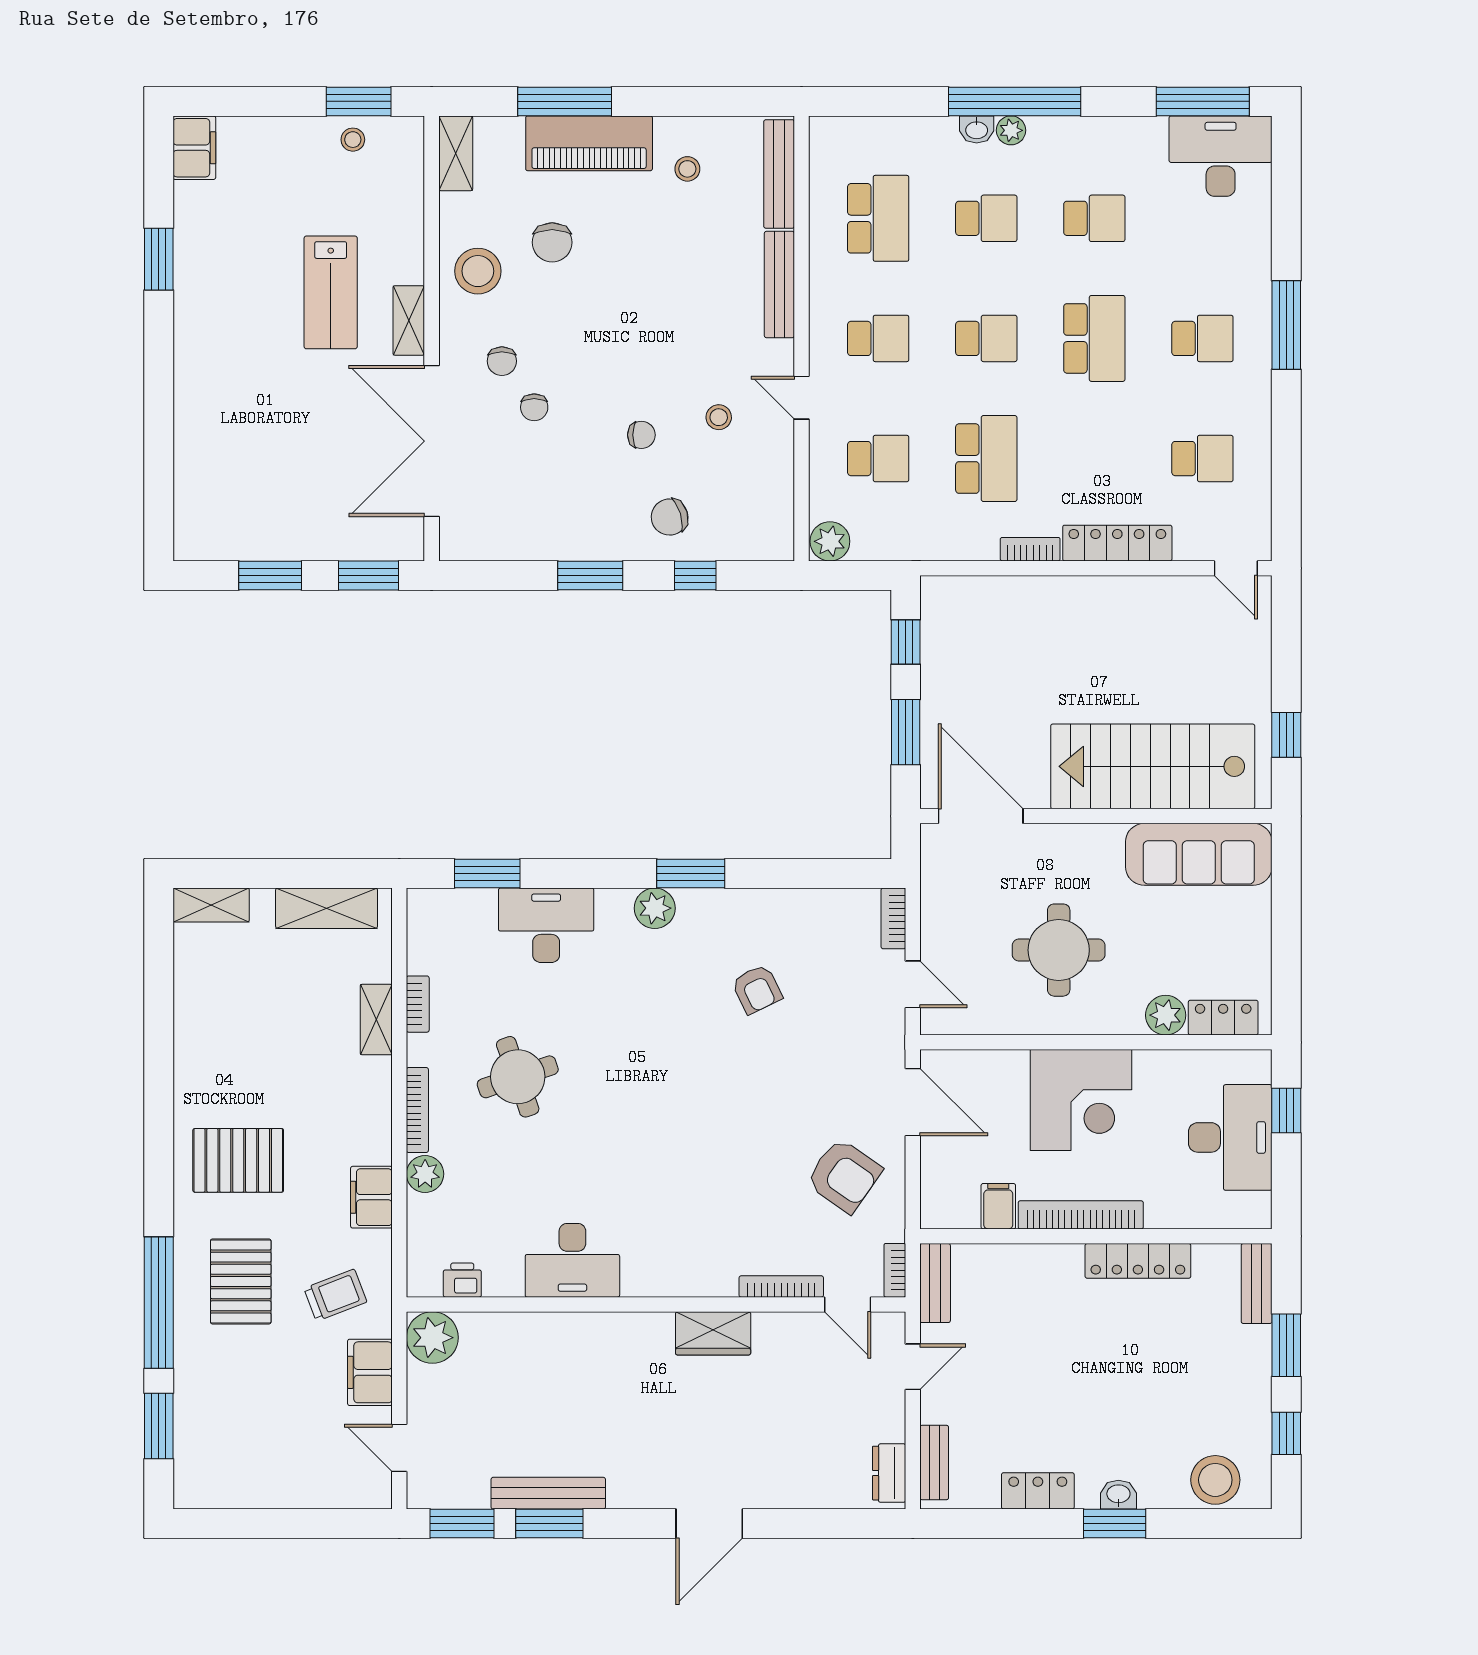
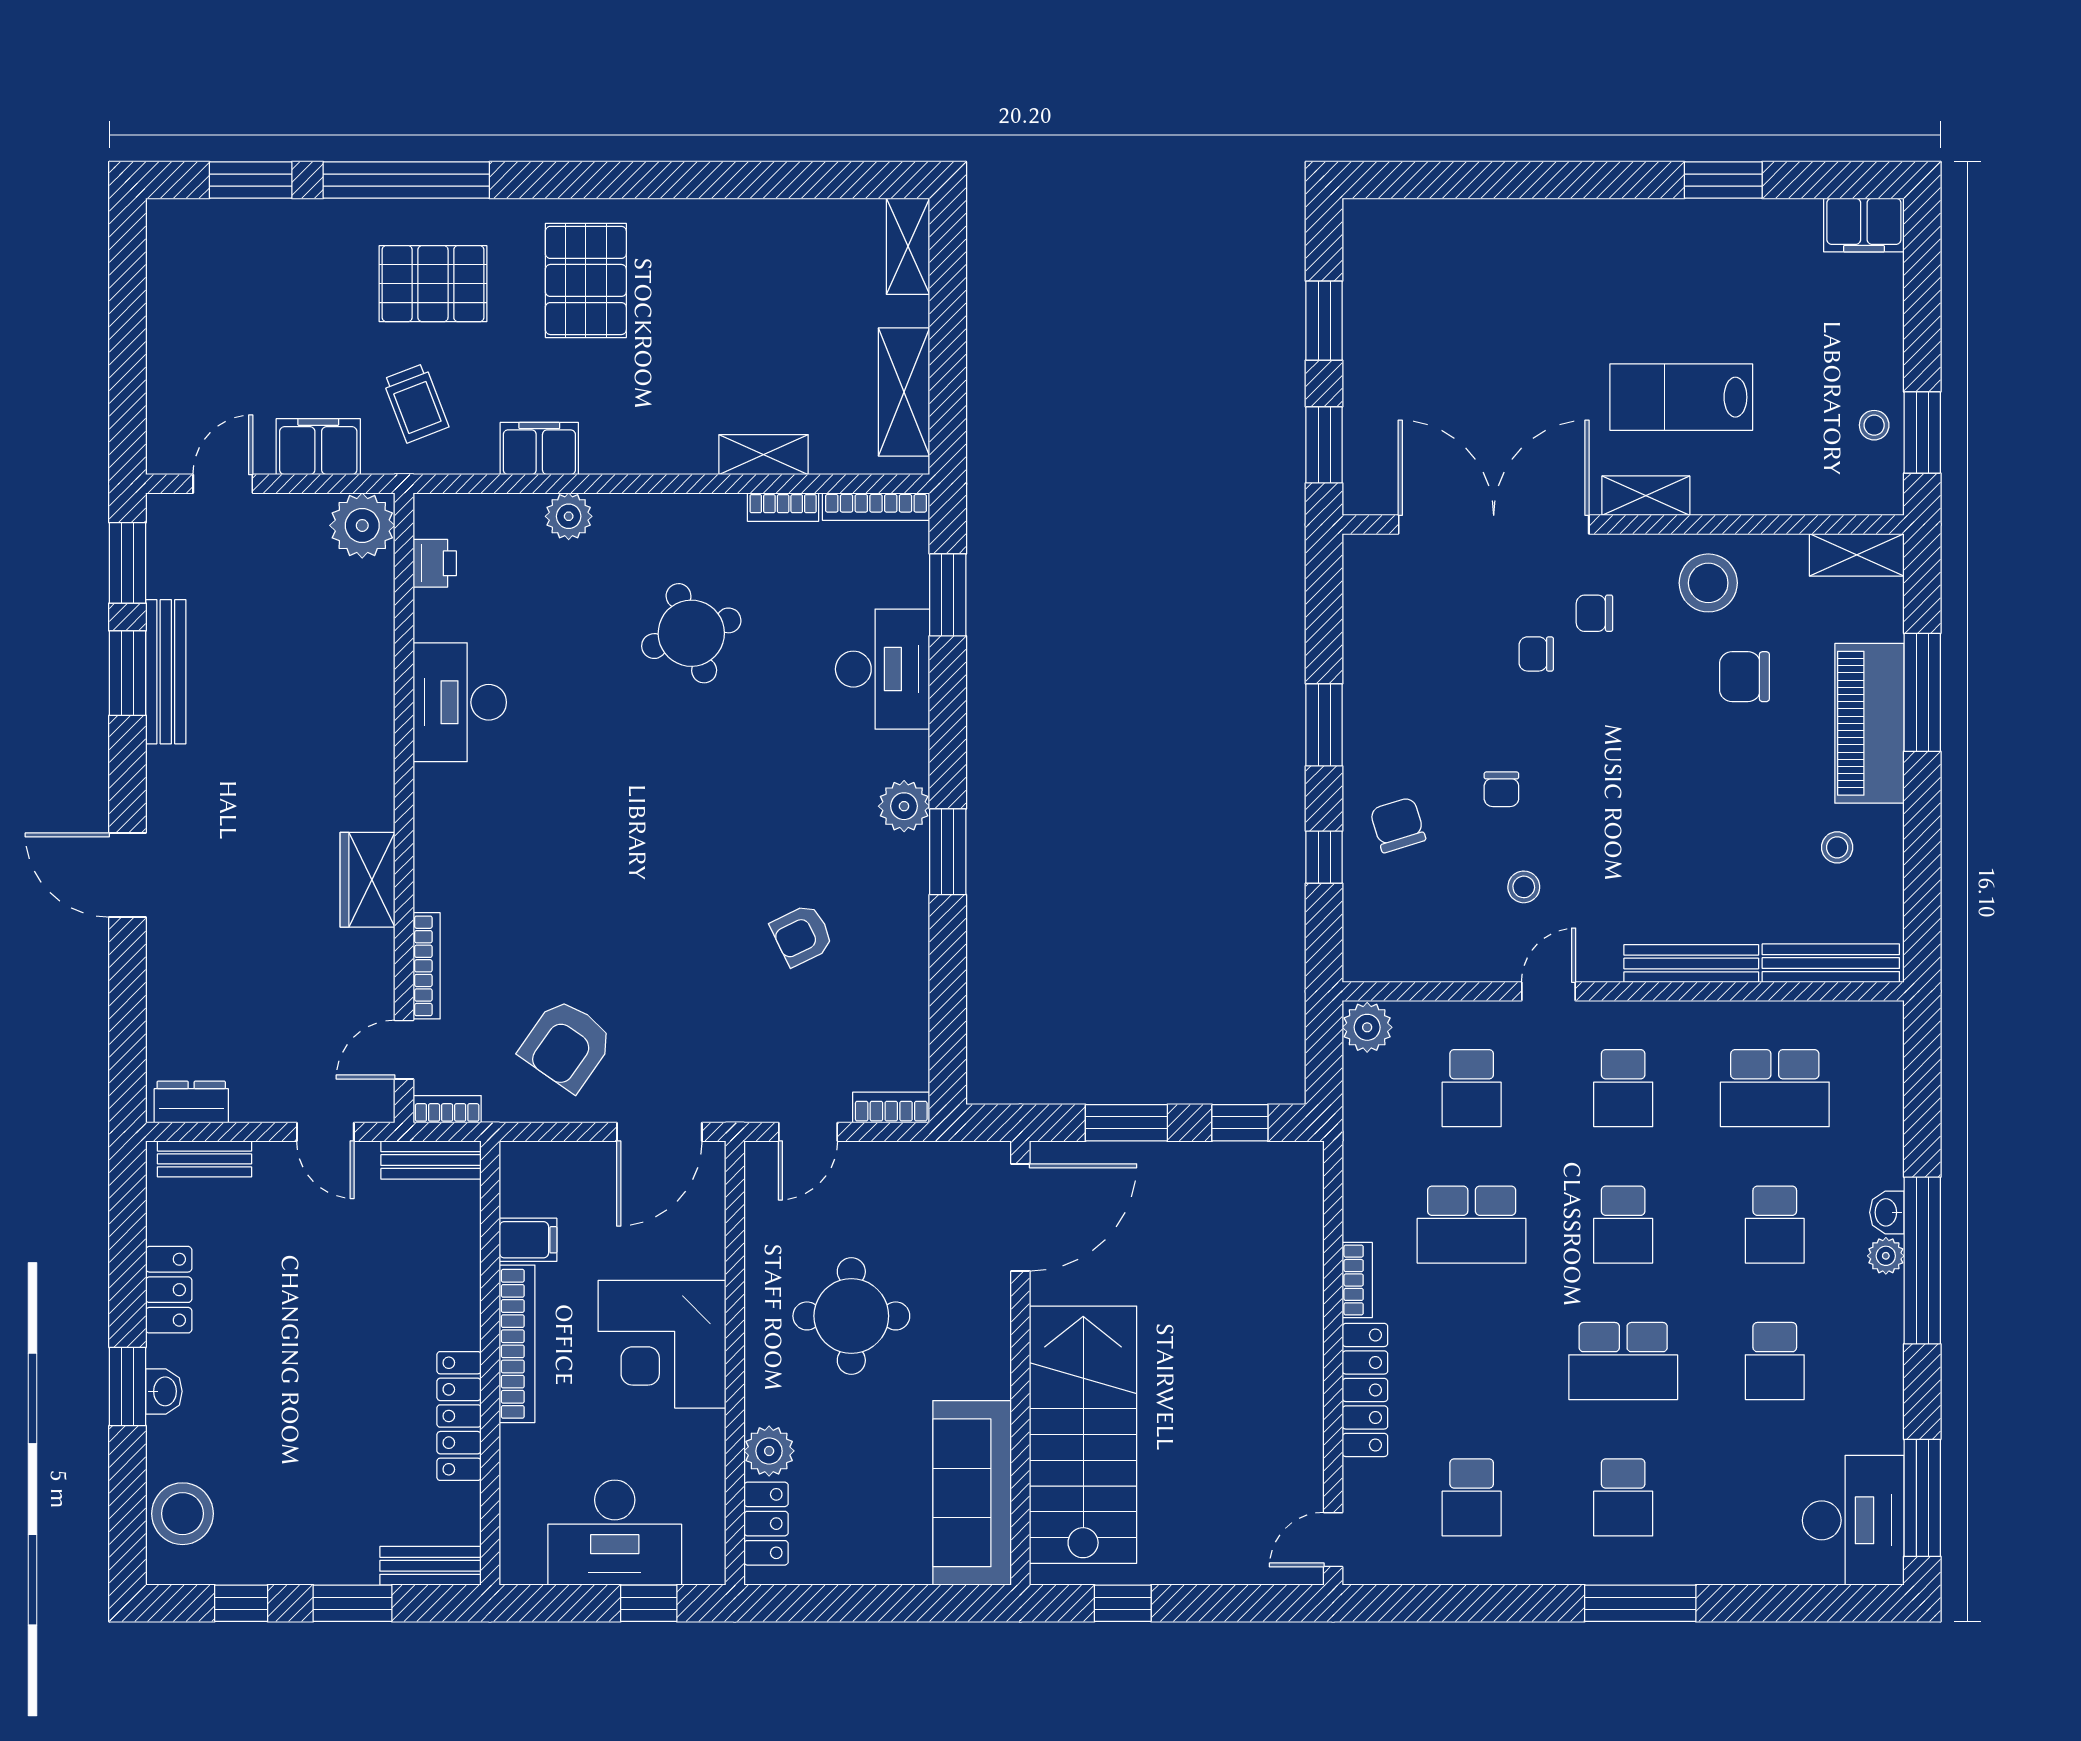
bookcase: (417, 1110) -> (876, 507), moved

